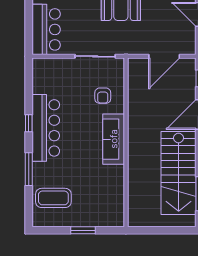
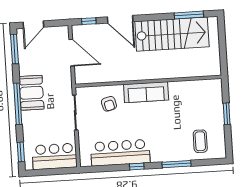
armchair: (103, 96) -> (109, 104), turned 76
bar counter: (46, 128) -> (120, 153), moved
coffee table: (53, 198) -> (200, 141), width x0.73, depth x0.76

